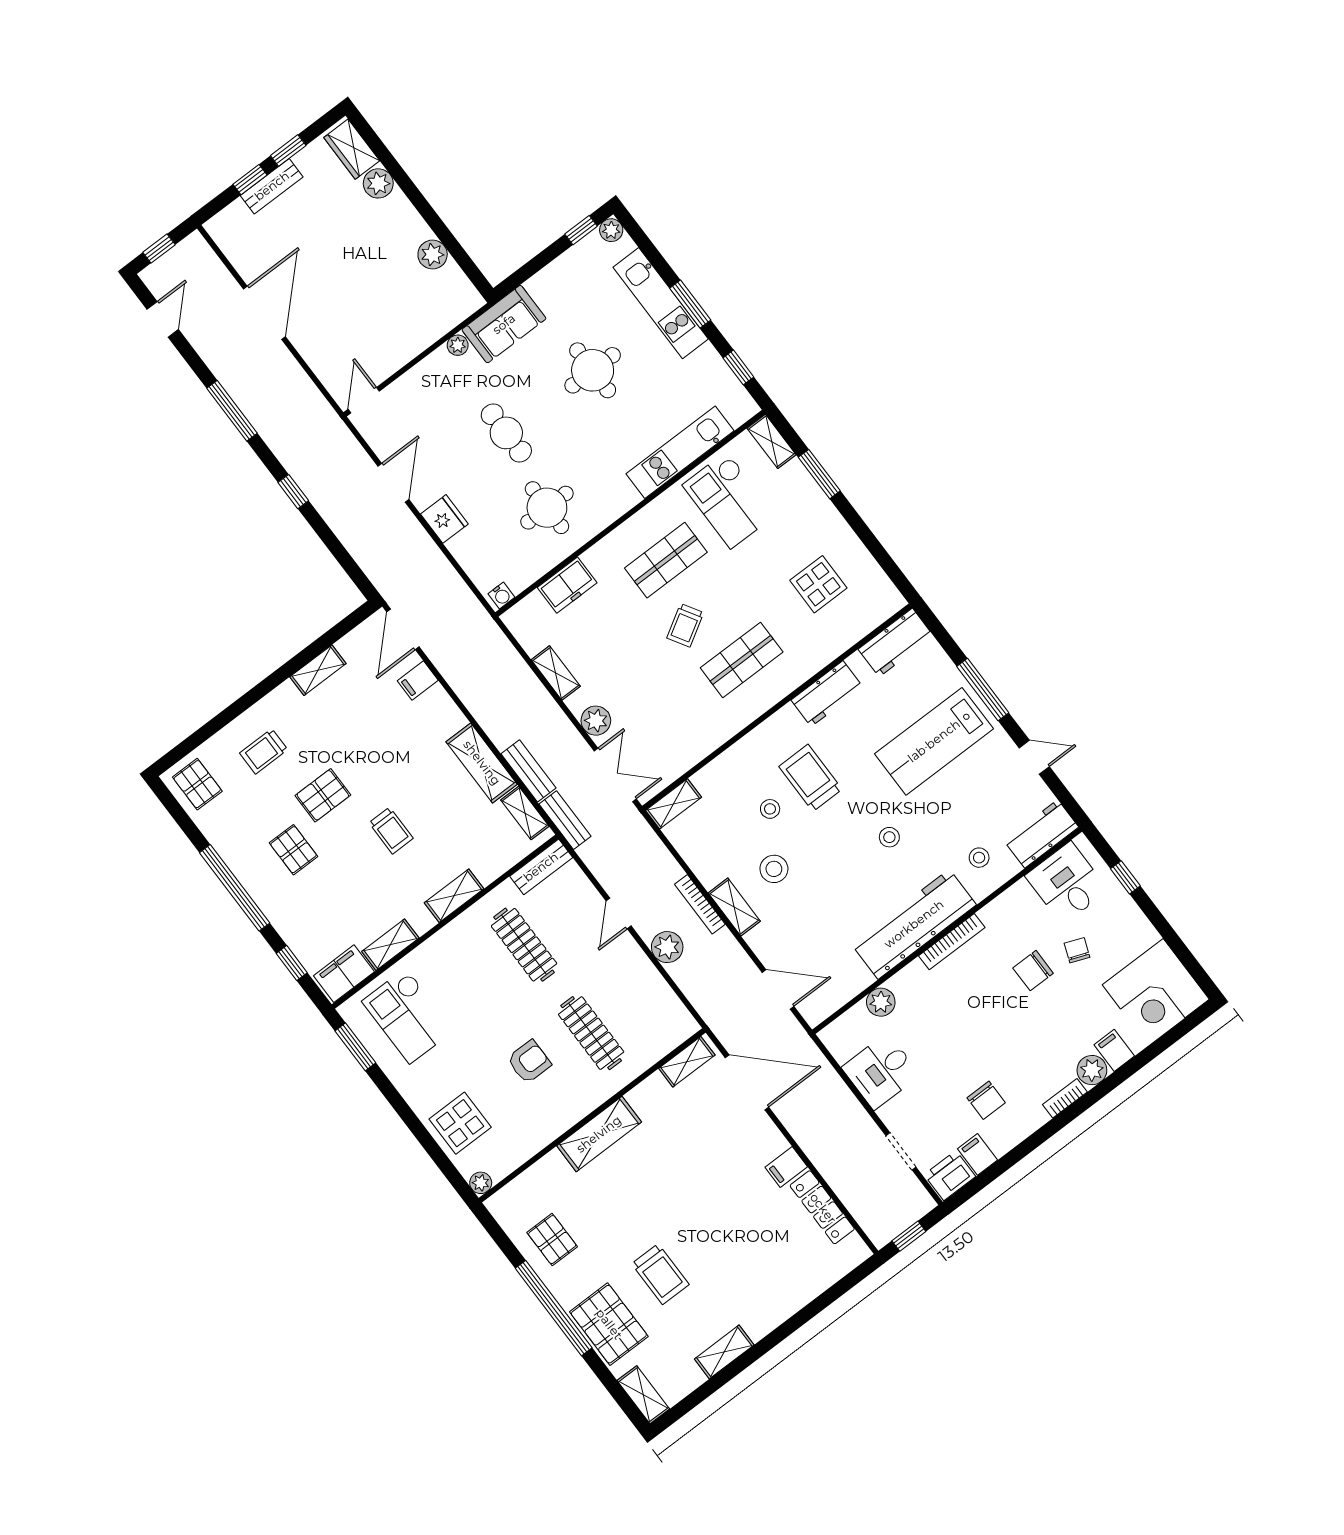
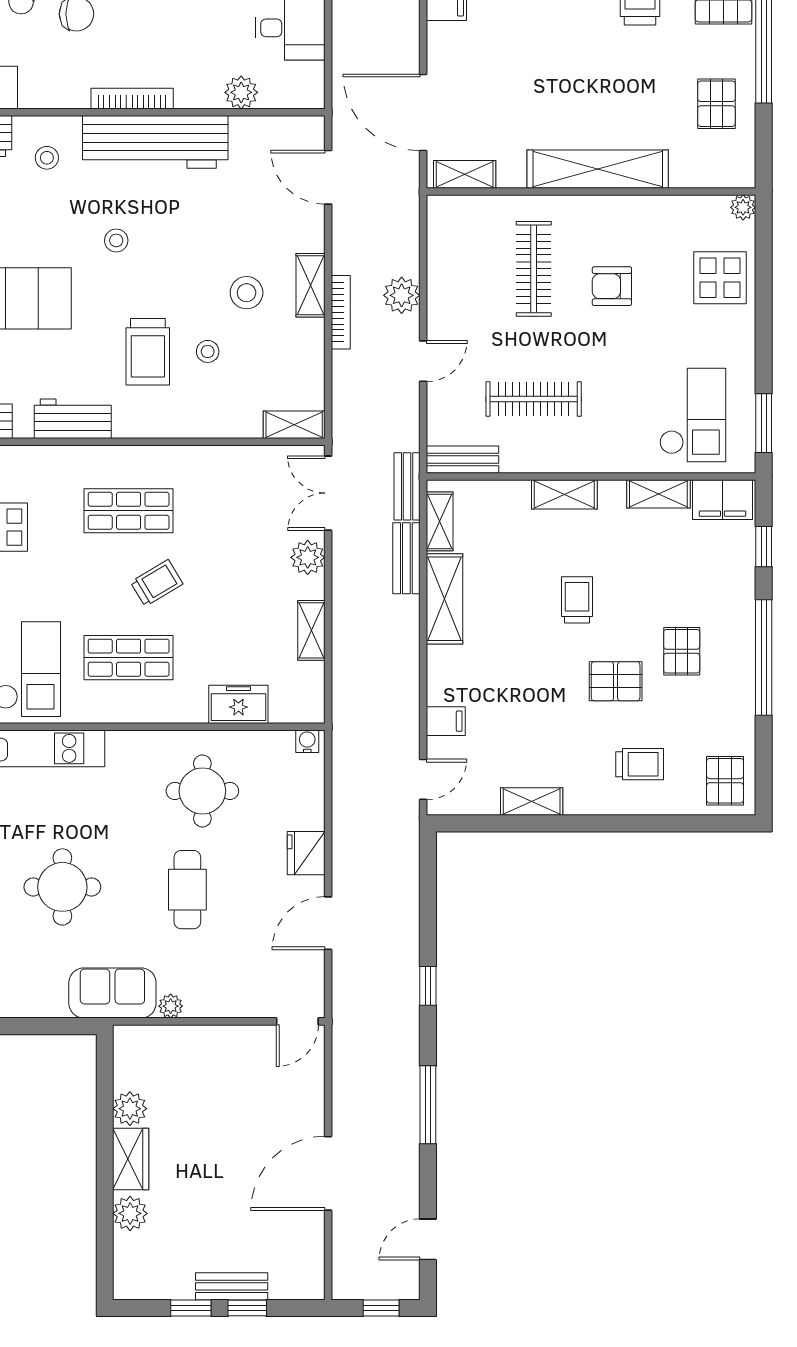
wardrobe: (352, 149) -> (131, 1159), moved
door: (403, 629) -> (423, 779), width x0.73
clothes rail: (524, 945) -> (534, 399), turned 90
shelving: (599, 1134) -> (598, 169), width x1.47

